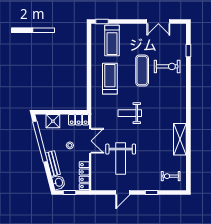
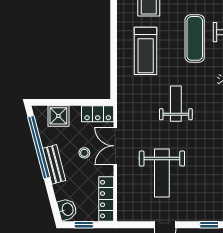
treadmill: (110, 79) -> (146, 51), turned 180
weight bench: (130, 113) -> (176, 104), turned 90
double door: (90, 141) -> (115, 146), swing flipped
bench: (53, 164) -> (54, 164), moved

